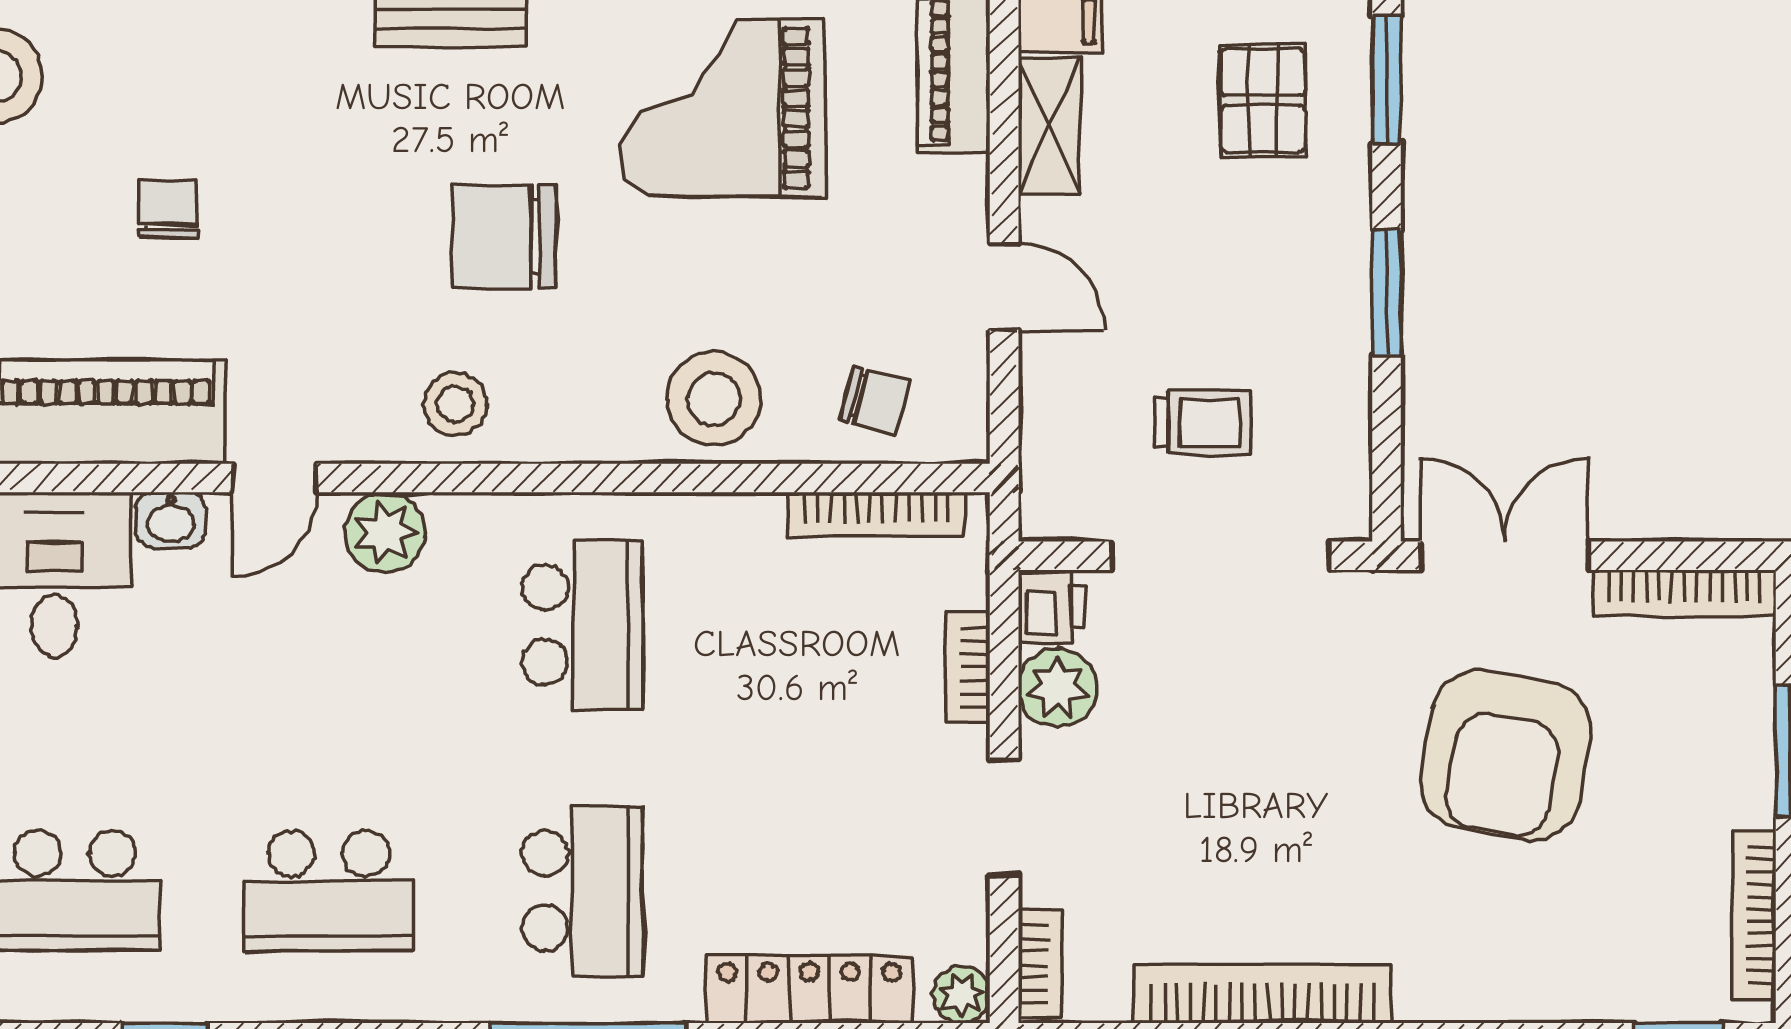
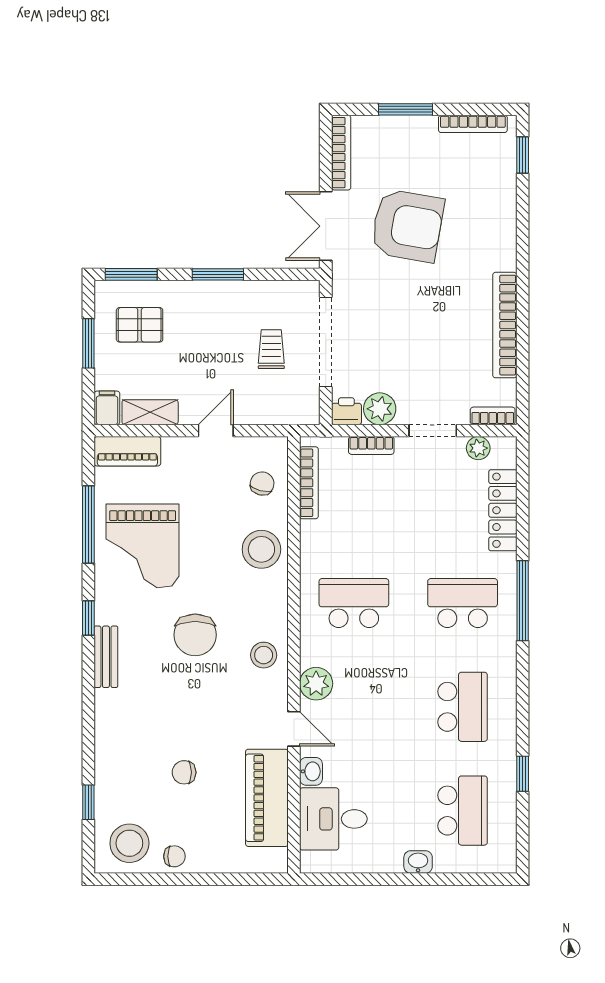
plant: (961, 994) -> (478, 448), moved

